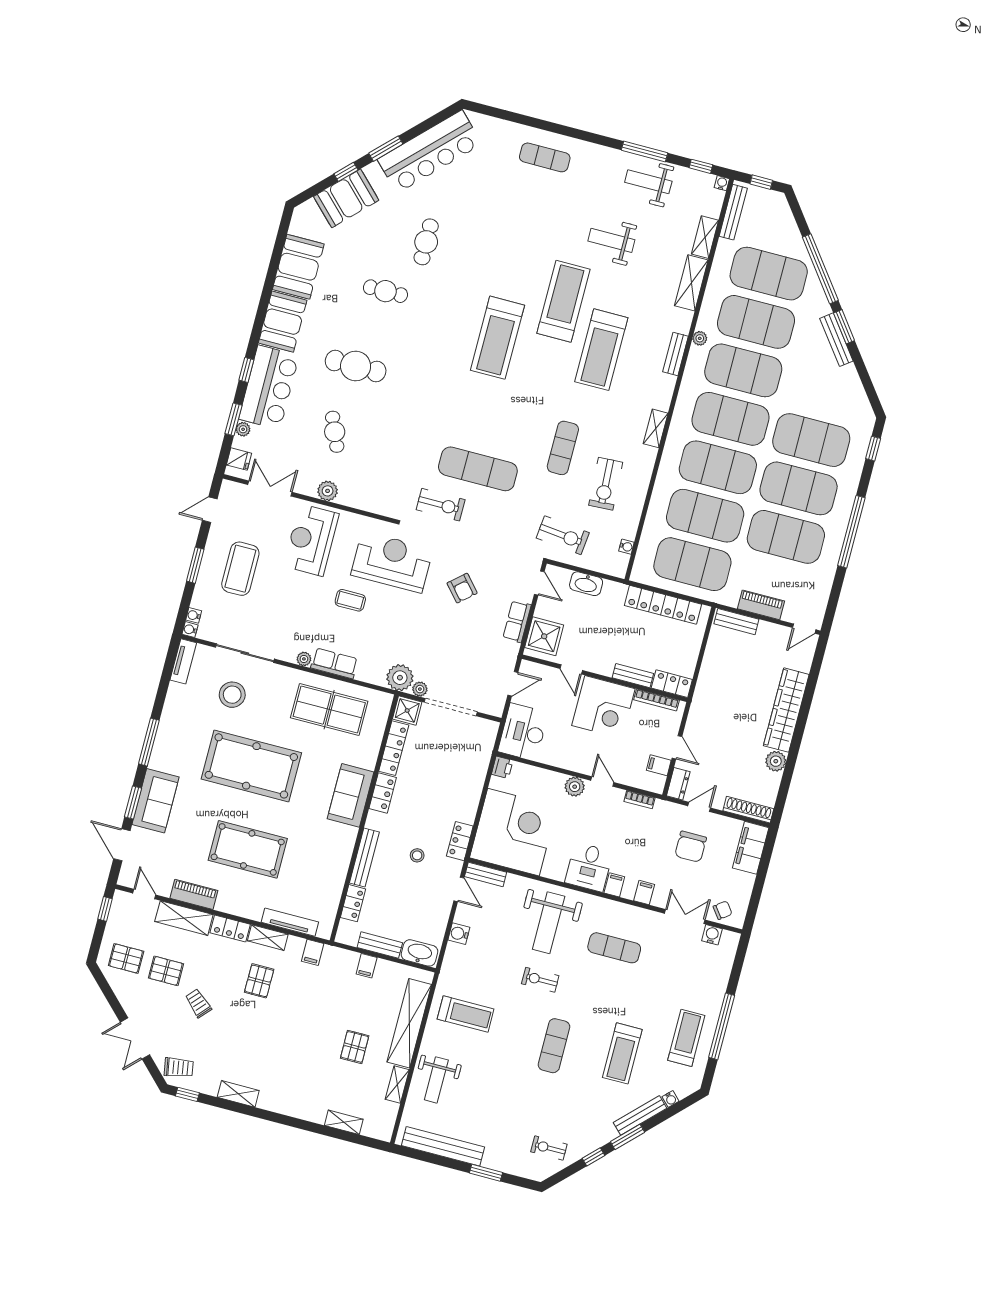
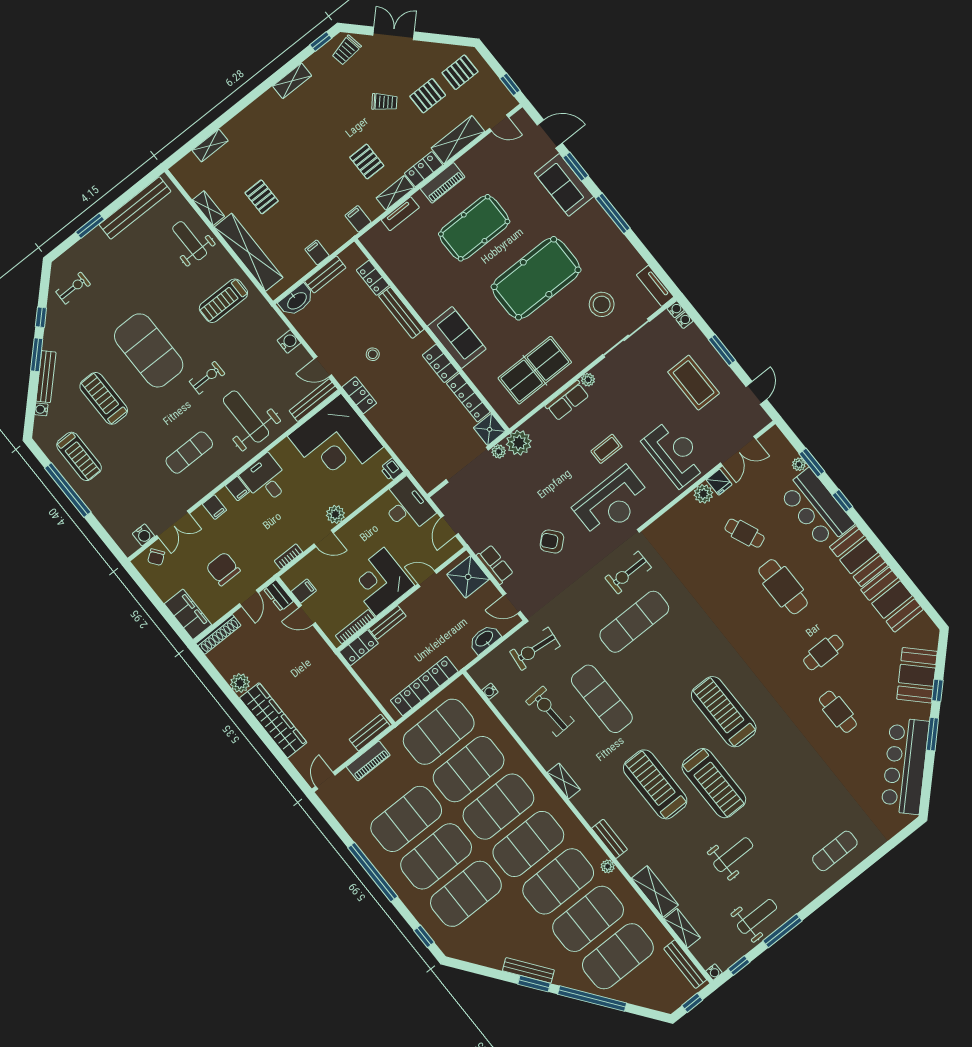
cafe table: (356, 366) -> (783, 587), turned 90
exercise mat: (563, 448) -> (602, 699), width x1.36, depth x1.45
fridge: (239, 459) -> (719, 482), moved, turned -90
bench: (486, 874) -> (314, 400), width x1.36
piano: (194, 894) -> (443, 183), moved
tv unit: (290, 922) -> (400, 214), width x0.71
exercise mat: (554, 1046) -> (149, 350), width x2.00, depth x1.45

